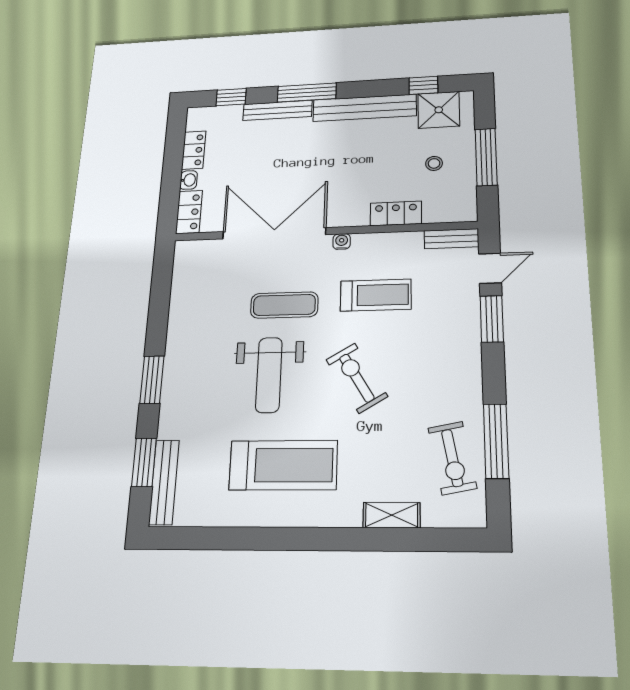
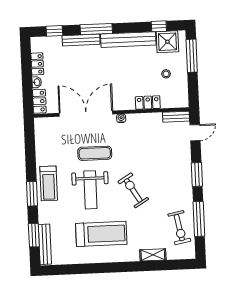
window: (486, 157) -> (192, 56), moved
treadmill: (376, 295) -> (49, 183), moved, turned 90
window: (492, 319) -> (197, 174), moved

